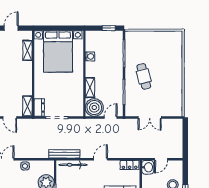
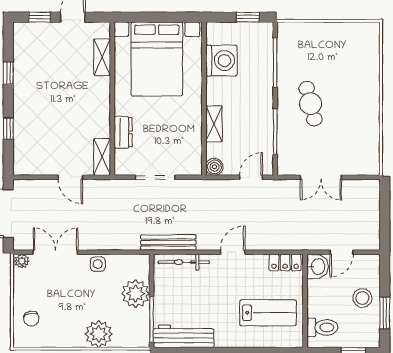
washing machine: (90, 56) -> (221, 61), width x1.89, depth x1.89
boiler: (94, 107) -> (214, 167), width x0.54, depth x0.54
dresser: (39, 108) -> (123, 132), moved

